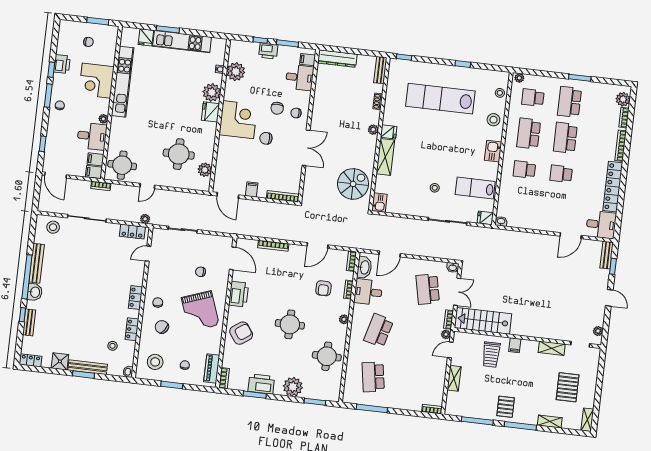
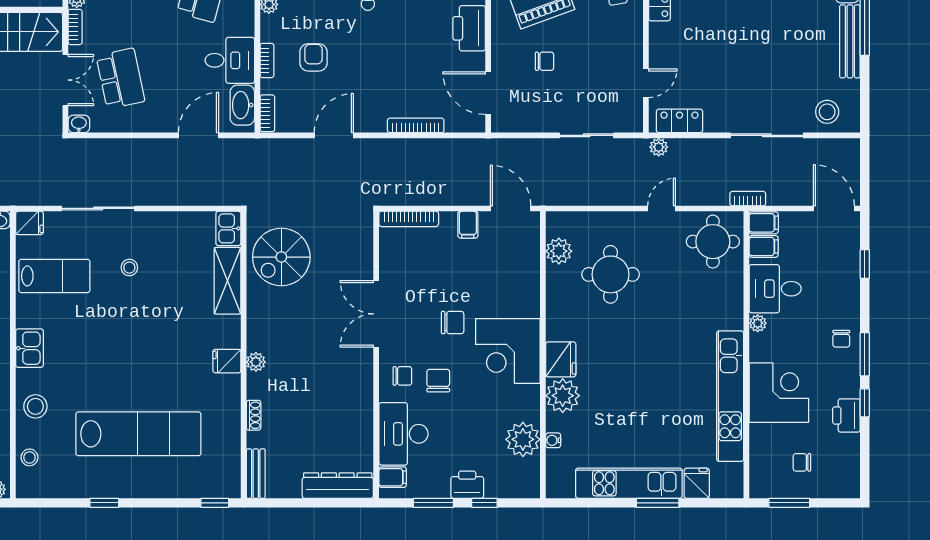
desk: (300, 78) -> (403, 434), width x1.37
shelving: (385, 157) -> (227, 281), moved
double door: (457, 292) -> (65, 80), swing flipped

